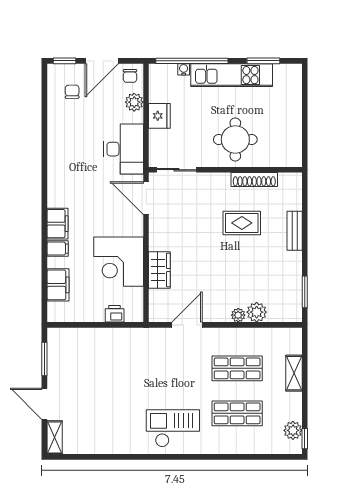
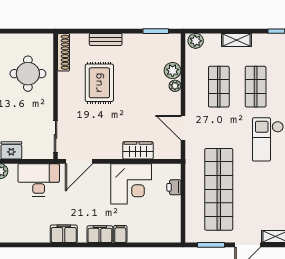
round table: (235, 139) -> (28, 74), moved
shoe rack: (254, 179) -> (64, 52), moved
rug: (242, 223) -> (99, 83), width x1.36, depth x1.43
filing cabinet: (58, 285) -> (64, 234), moved
shop shelf: (112, 368) -> (219, 189), added
shelving: (294, 373) -> (237, 40), moved
plant: (293, 430) -> (196, 41), moved

